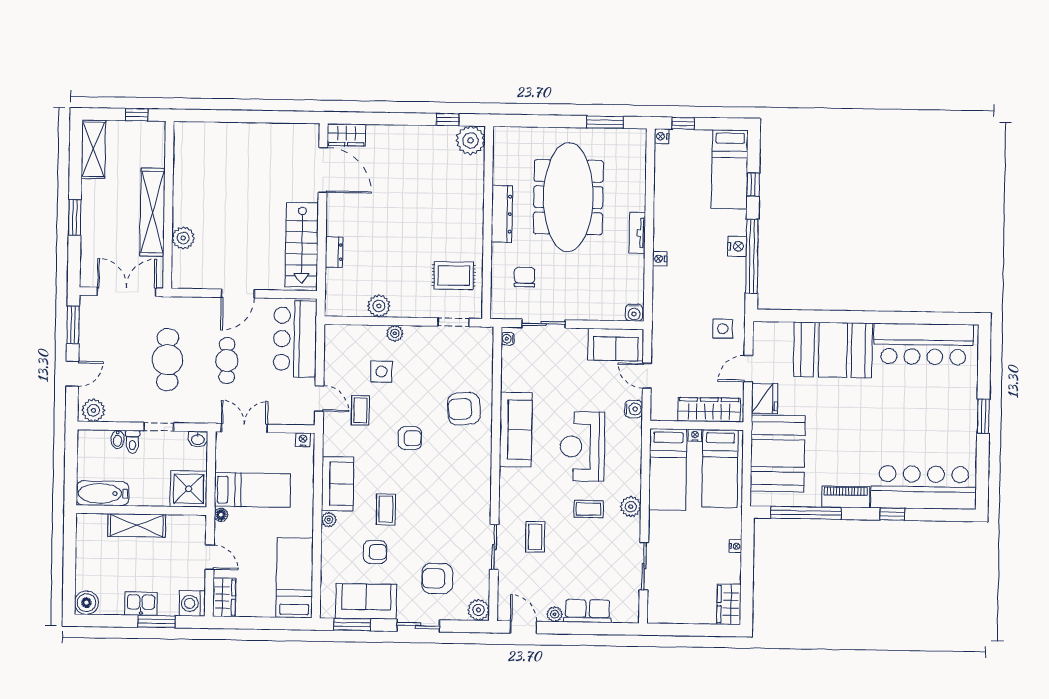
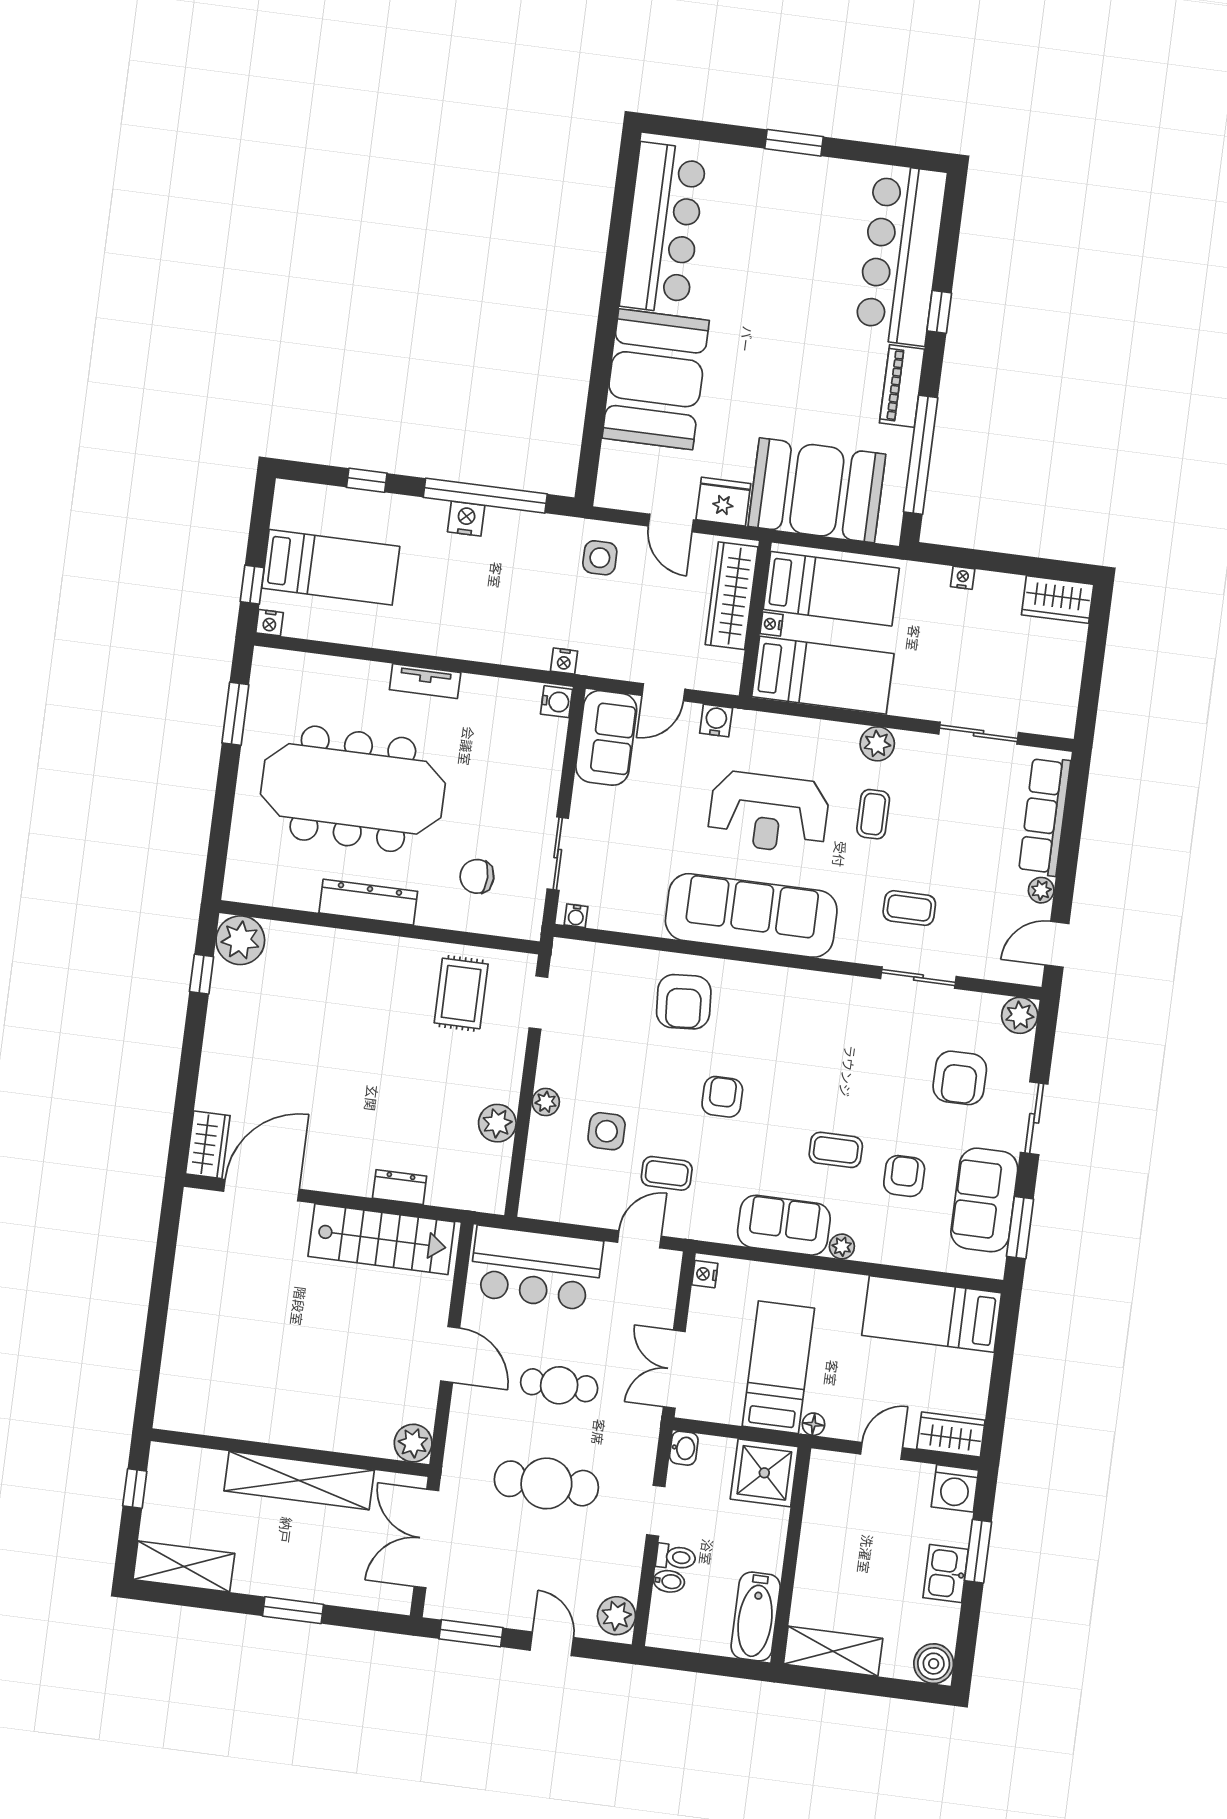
bed: (730, 169) -> (331, 567), moved
plant: (183, 238) -> (413, 1443), moved
nightstand: (660, 259) -> (564, 661), moved
sofa: (516, 430) -> (751, 915), width x1.36, depth x1.27
shelving: (137, 525) -> (833, 1651), moved, turned 90
row of seats: (588, 611) -> (1045, 816), width x1.48

